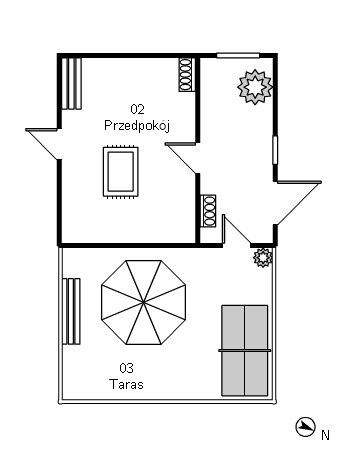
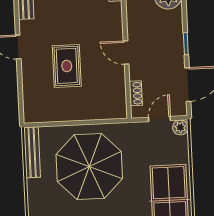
door: (237, 246) -> (159, 119), hinge flipped
bench: (71, 311) -> (32, 152), moved

